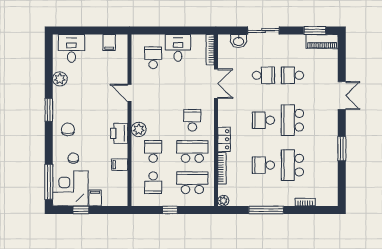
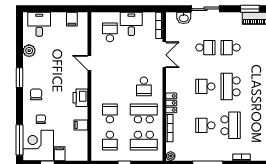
school desk: (192, 120) -> (144, 86), turned 180
plant: (139, 129) -> (97, 94), removed
school desk: (292, 165) -> (231, 125), turned 180
school desk: (192, 183) -> (144, 141), turned 180

